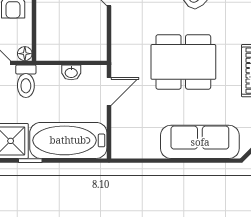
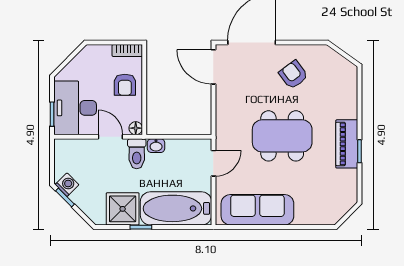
washbasin: (71, 72) -> (156, 146), moved
sofa: (200, 142) -> (257, 210), moved

